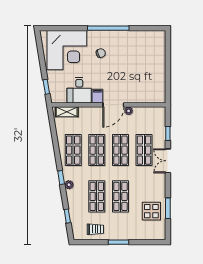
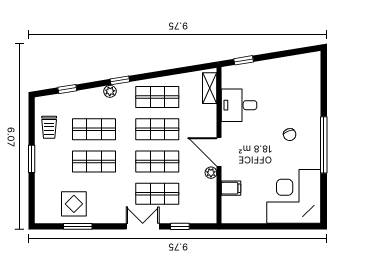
corner desk: (67, 50) -> (294, 196), moved, turned 90
filing cabinet: (97, 96) -> (231, 188), moved

